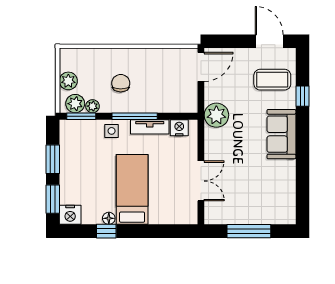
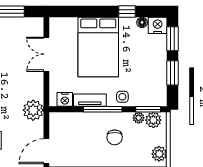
plant: (68, 81) -> (159, 154), moved
bed: (132, 189) -> (98, 47), width x1.50
floor lamp: (109, 218) -> (142, 22), moved

